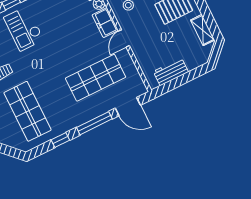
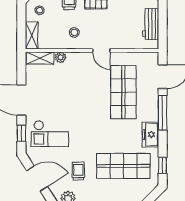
freezer: (105, 23) -> (150, 134), moved, turned 90
window: (60, 140) -> (163, 165), moved

